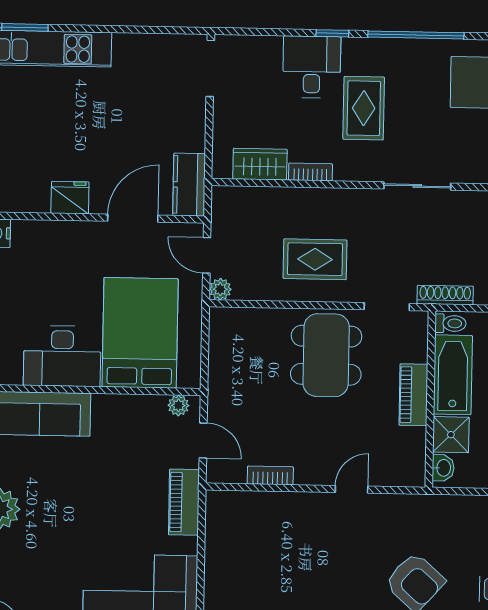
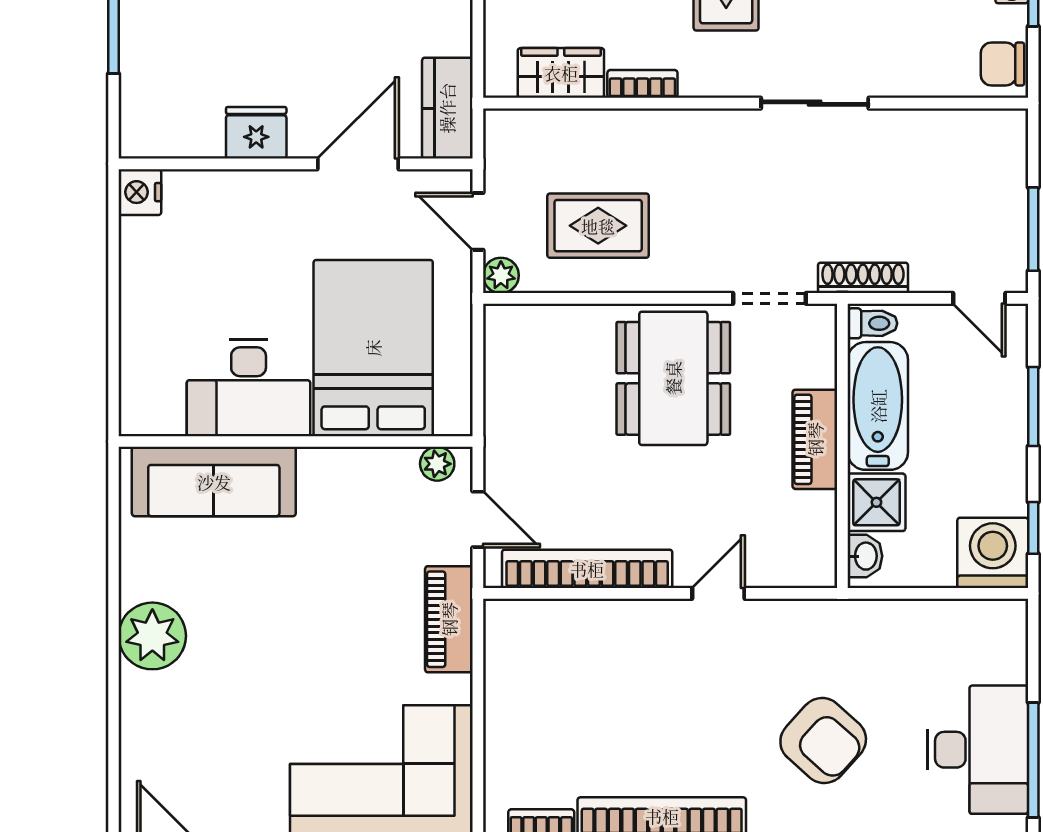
rug: (315, 259) -> (598, 226), moved
bookcase: (270, 475) -> (587, 569), width x2.31, depth x1.31

